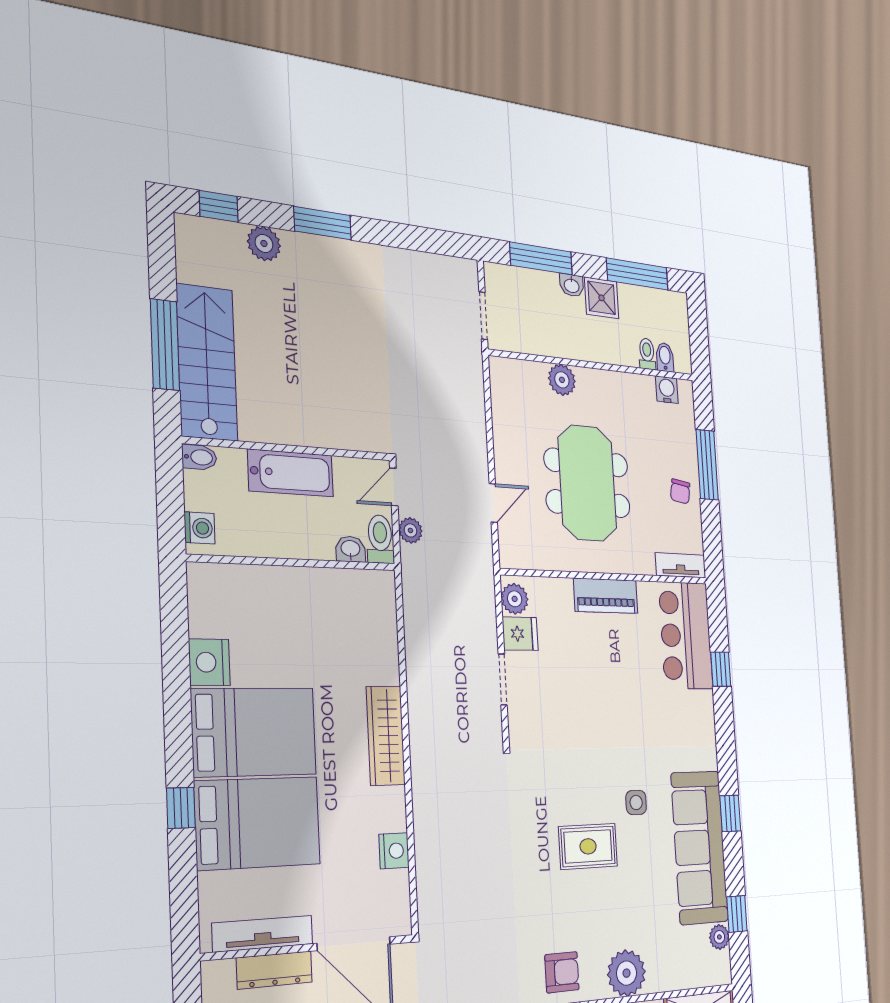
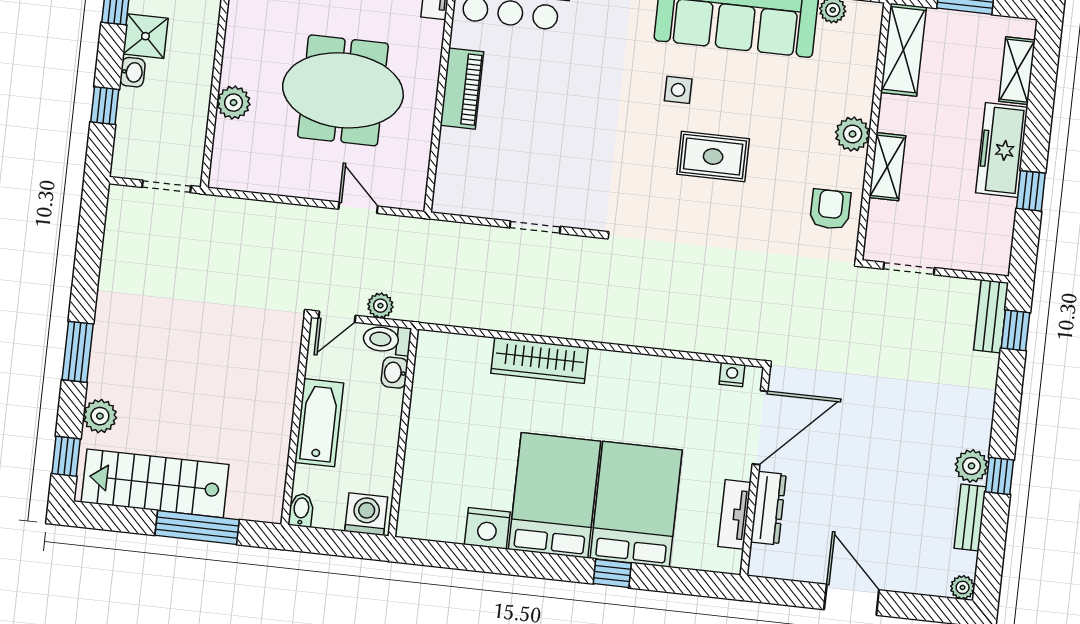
window: (541, 258) -> (105, 106), width x0.46
stairs: (207, 362) -> (155, 483), moved
door: (394, 487) -> (337, 317), hinge flipped
washing machine: (200, 528) -> (366, 514), width x1.38, depth x1.38
plant: (515, 599) -> (456, 199), removed
fridge: (520, 634) -> (492, 199), removed
wardrobe: (386, 736) -> (540, 360), moved
rug: (588, 846) -> (713, 157), turned 90
nightstand: (394, 851) -> (732, 375), moved, width x0.72, depth x0.74
tv unit: (263, 934) -> (734, 514), width x0.71
plant: (627, 973) -> (853, 134), width x0.73, depth x0.73

